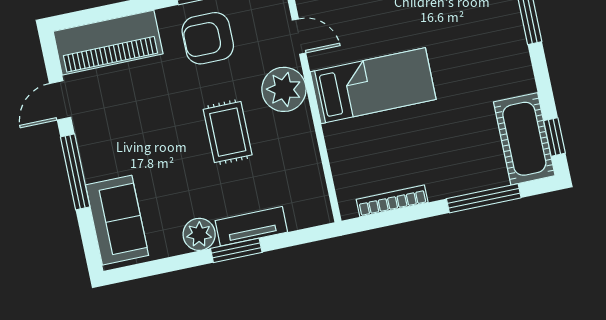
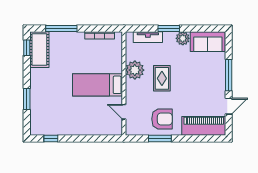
plant: (284, 89) -> (135, 70), moved
sofa: (117, 220) -> (208, 42), moved, turned -90
tv unit: (251, 226) -> (148, 37), moved

